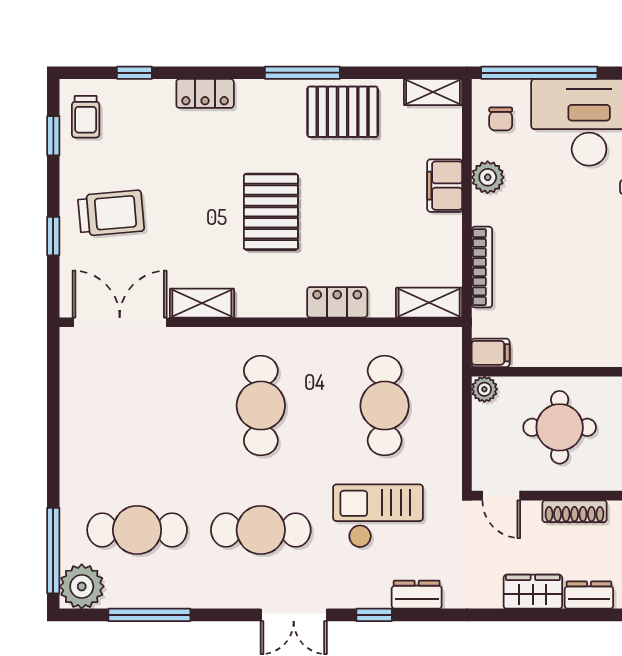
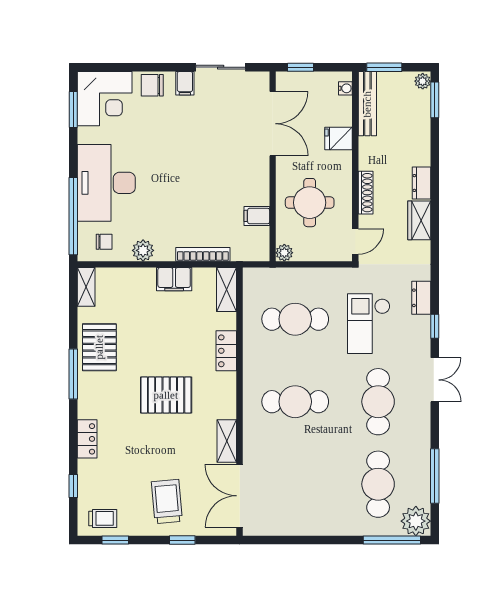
filing cabinet: (445, 186) -> (174, 279), moved
filing cabinet: (491, 353) -> (257, 216), moved, turned -90

